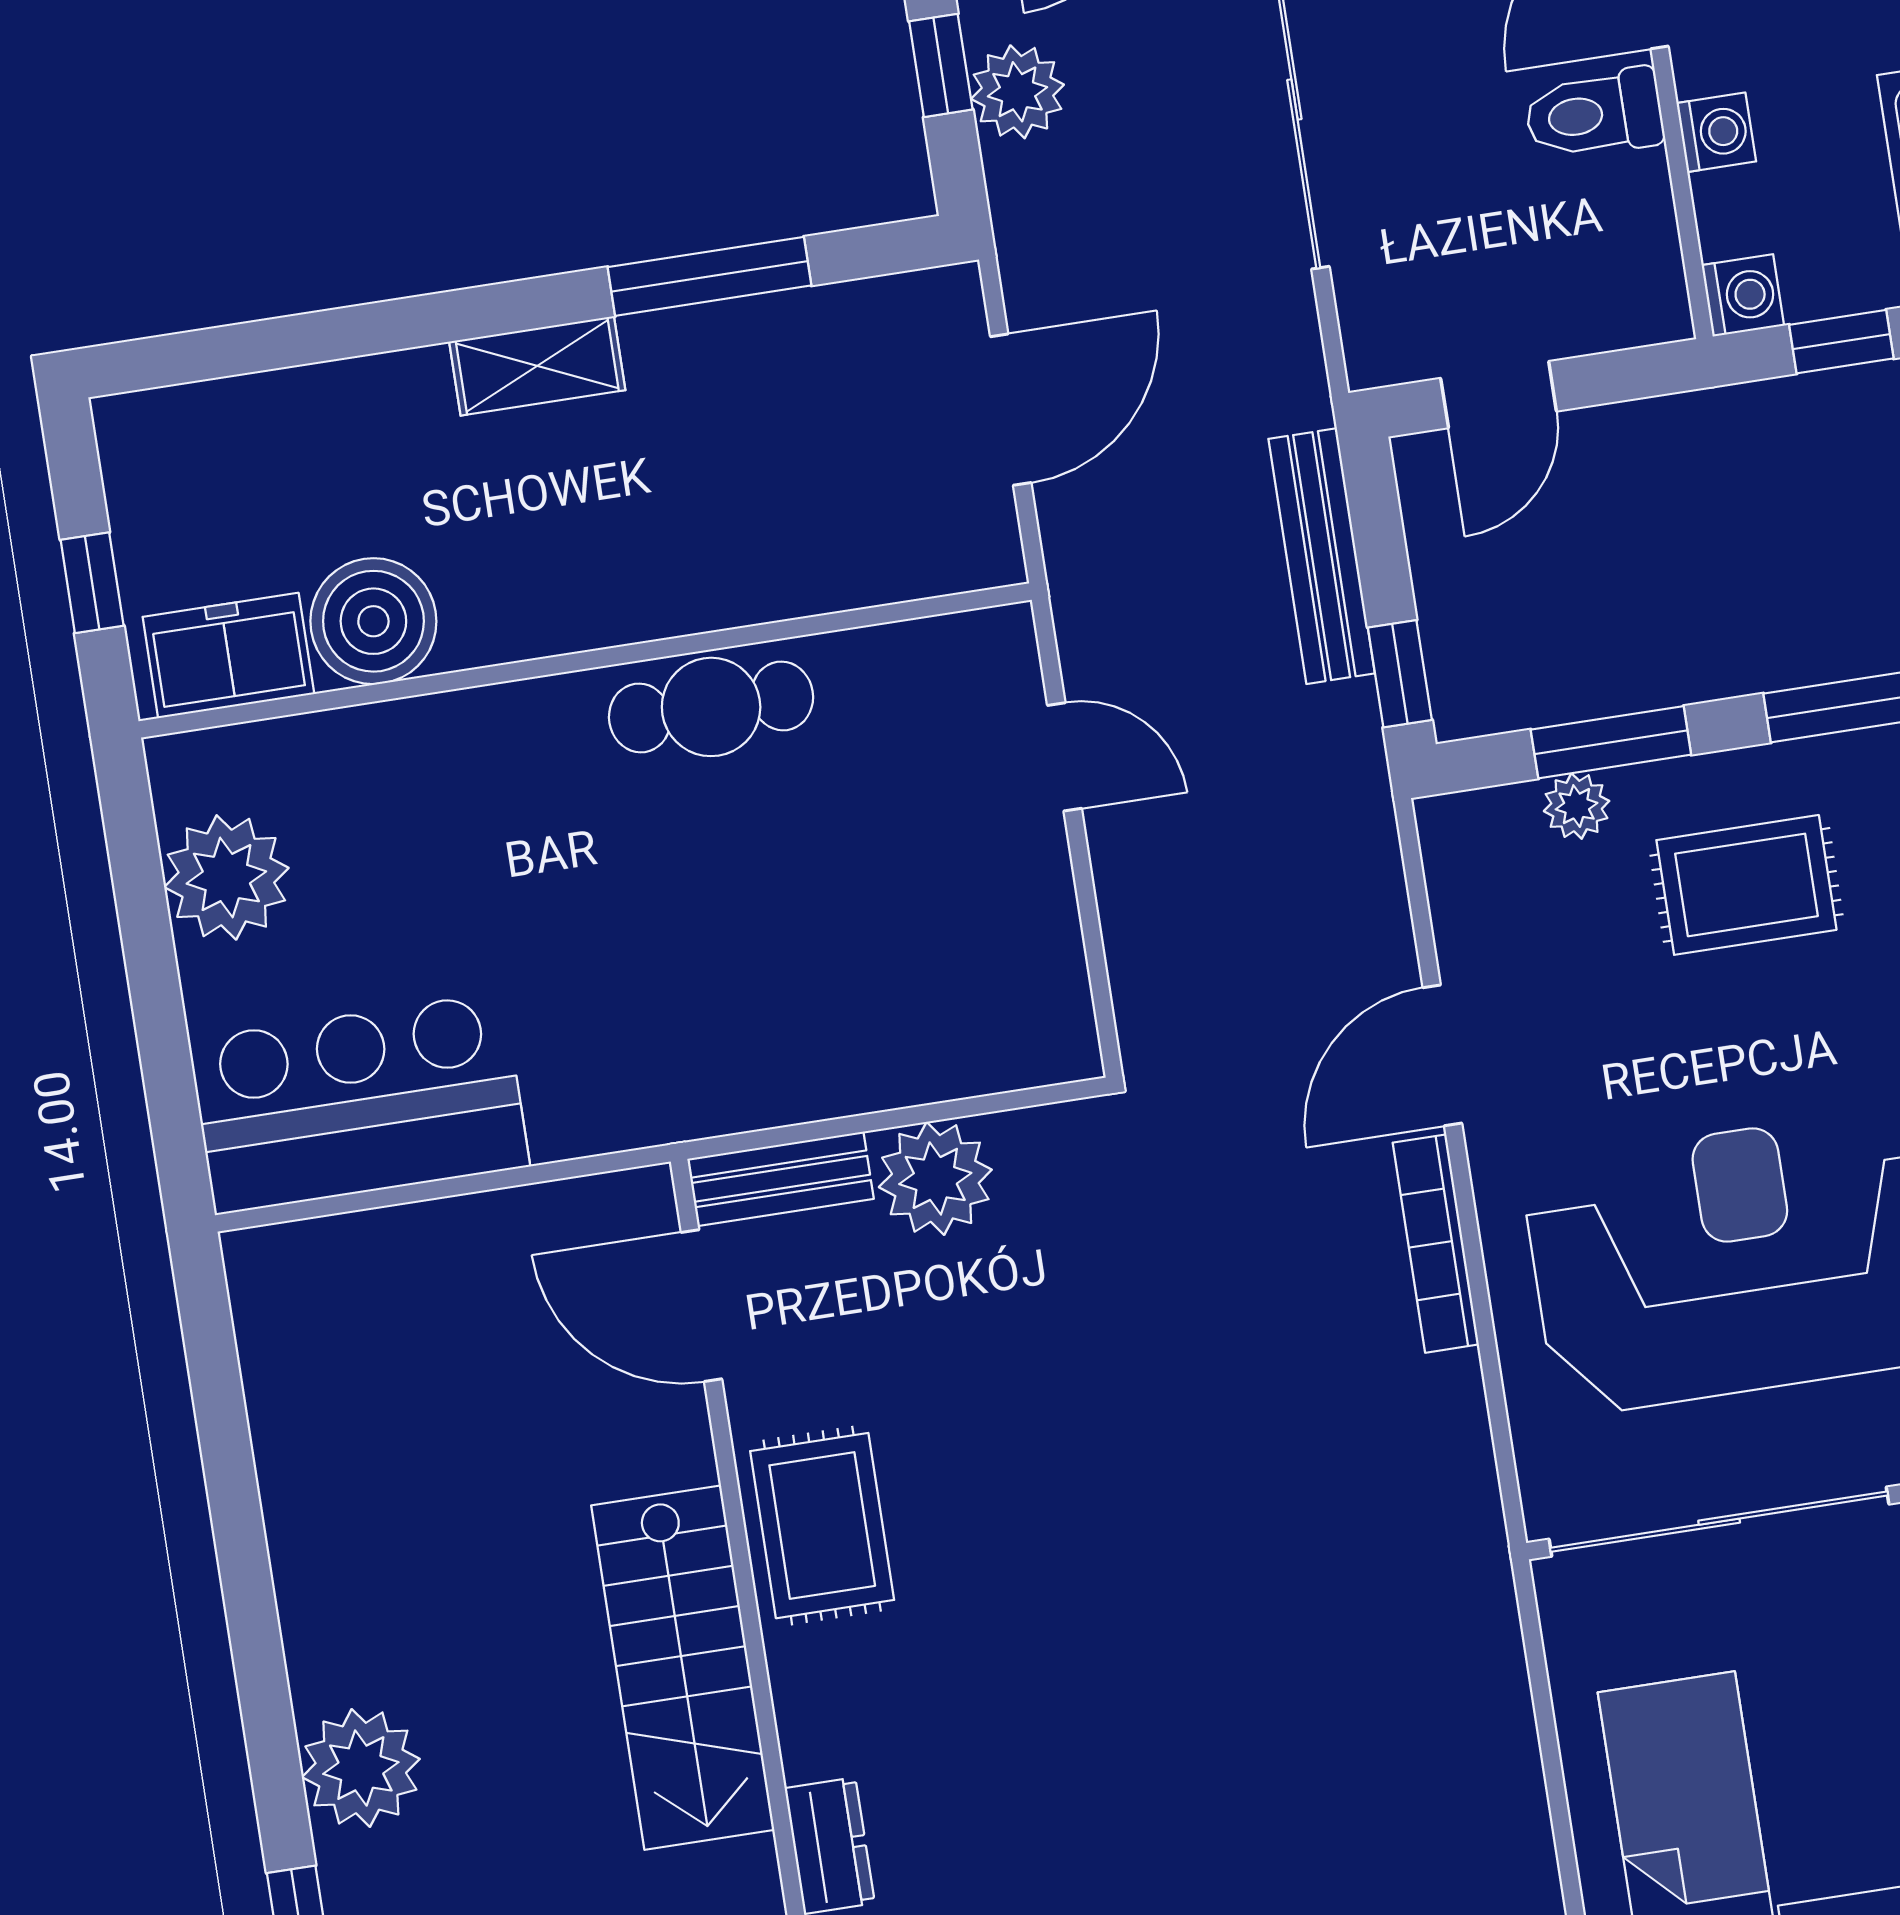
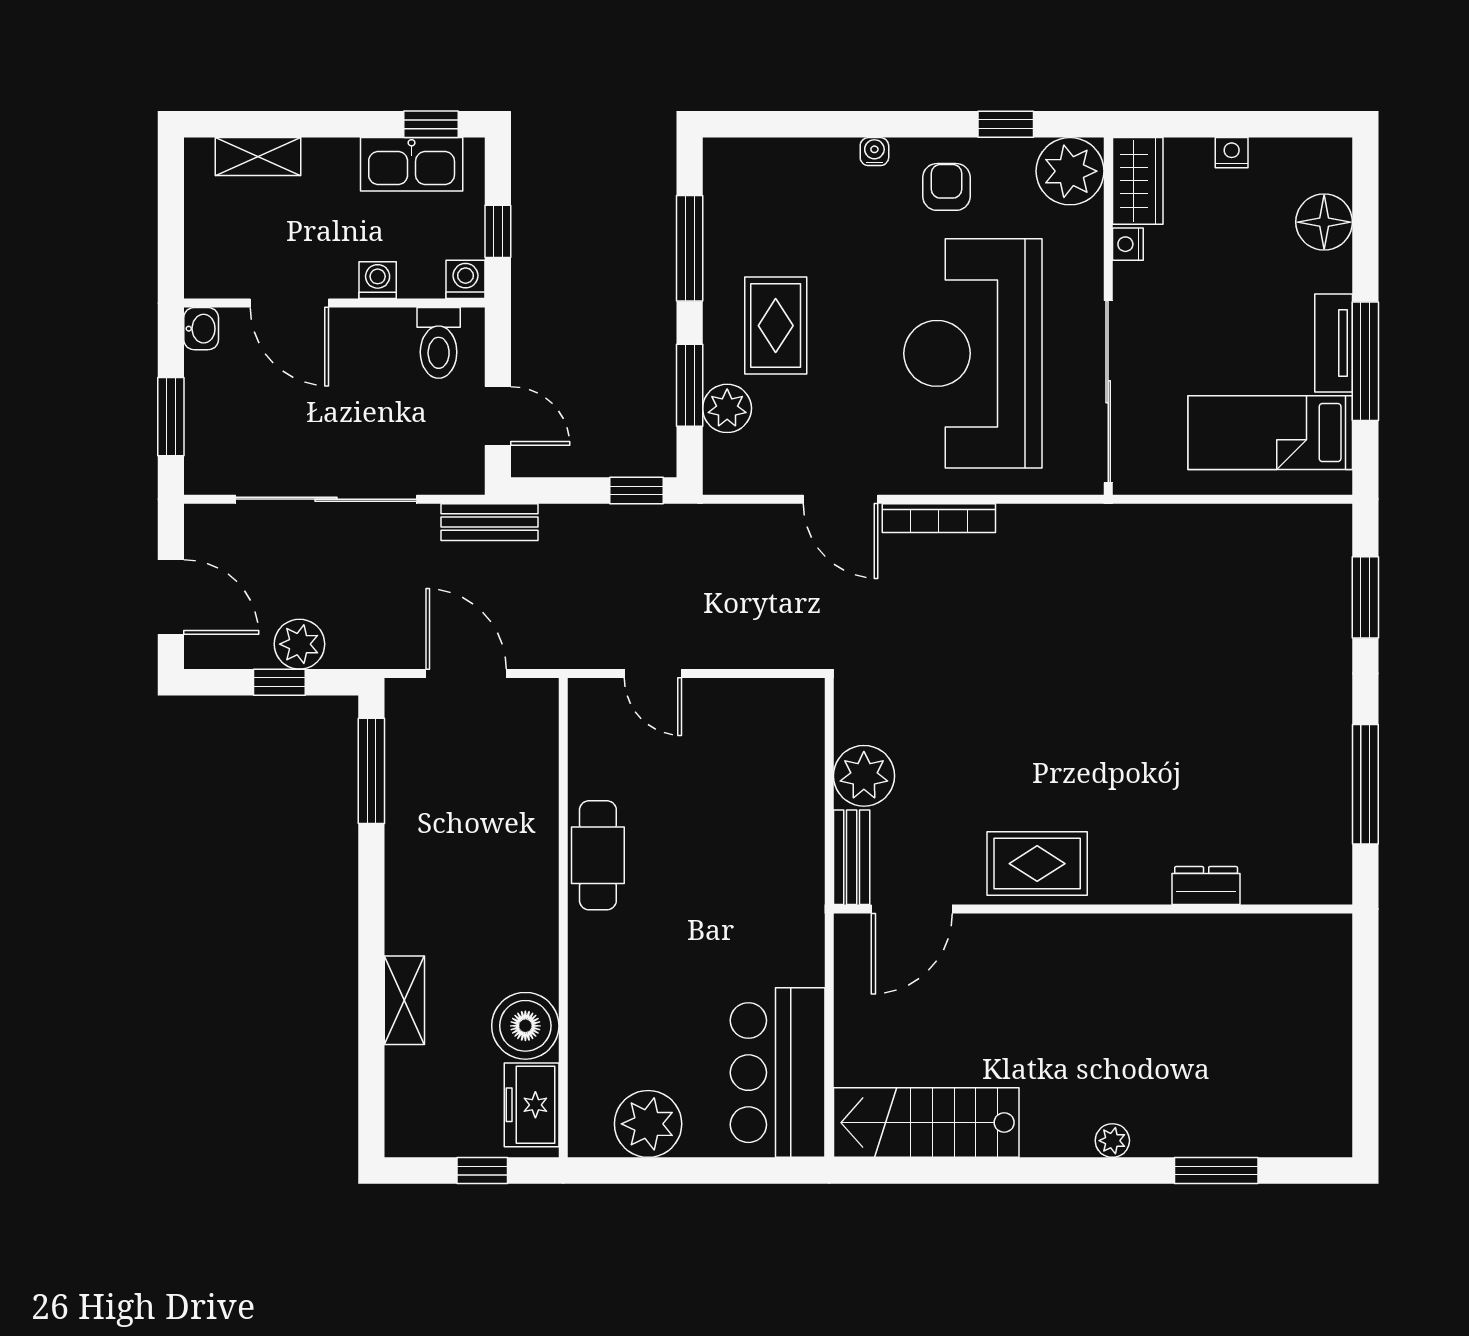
toilet: (1594, 114) -> (439, 343), moved
window: (710, 276) -> (371, 771), moved
shelving: (537, 366) -> (404, 1000), moved
bench: (1322, 556) -> (490, 522), moved, width x0.73
door: (1064, 757) -> (653, 674), swing flipped
plant: (1577, 806) -> (727, 408), width x1.38, depth x1.38
stairs: (683, 1668) -> (926, 1123), moved, turned 180
plant: (361, 1768) -> (1112, 1141), width x0.53, depth x0.53

